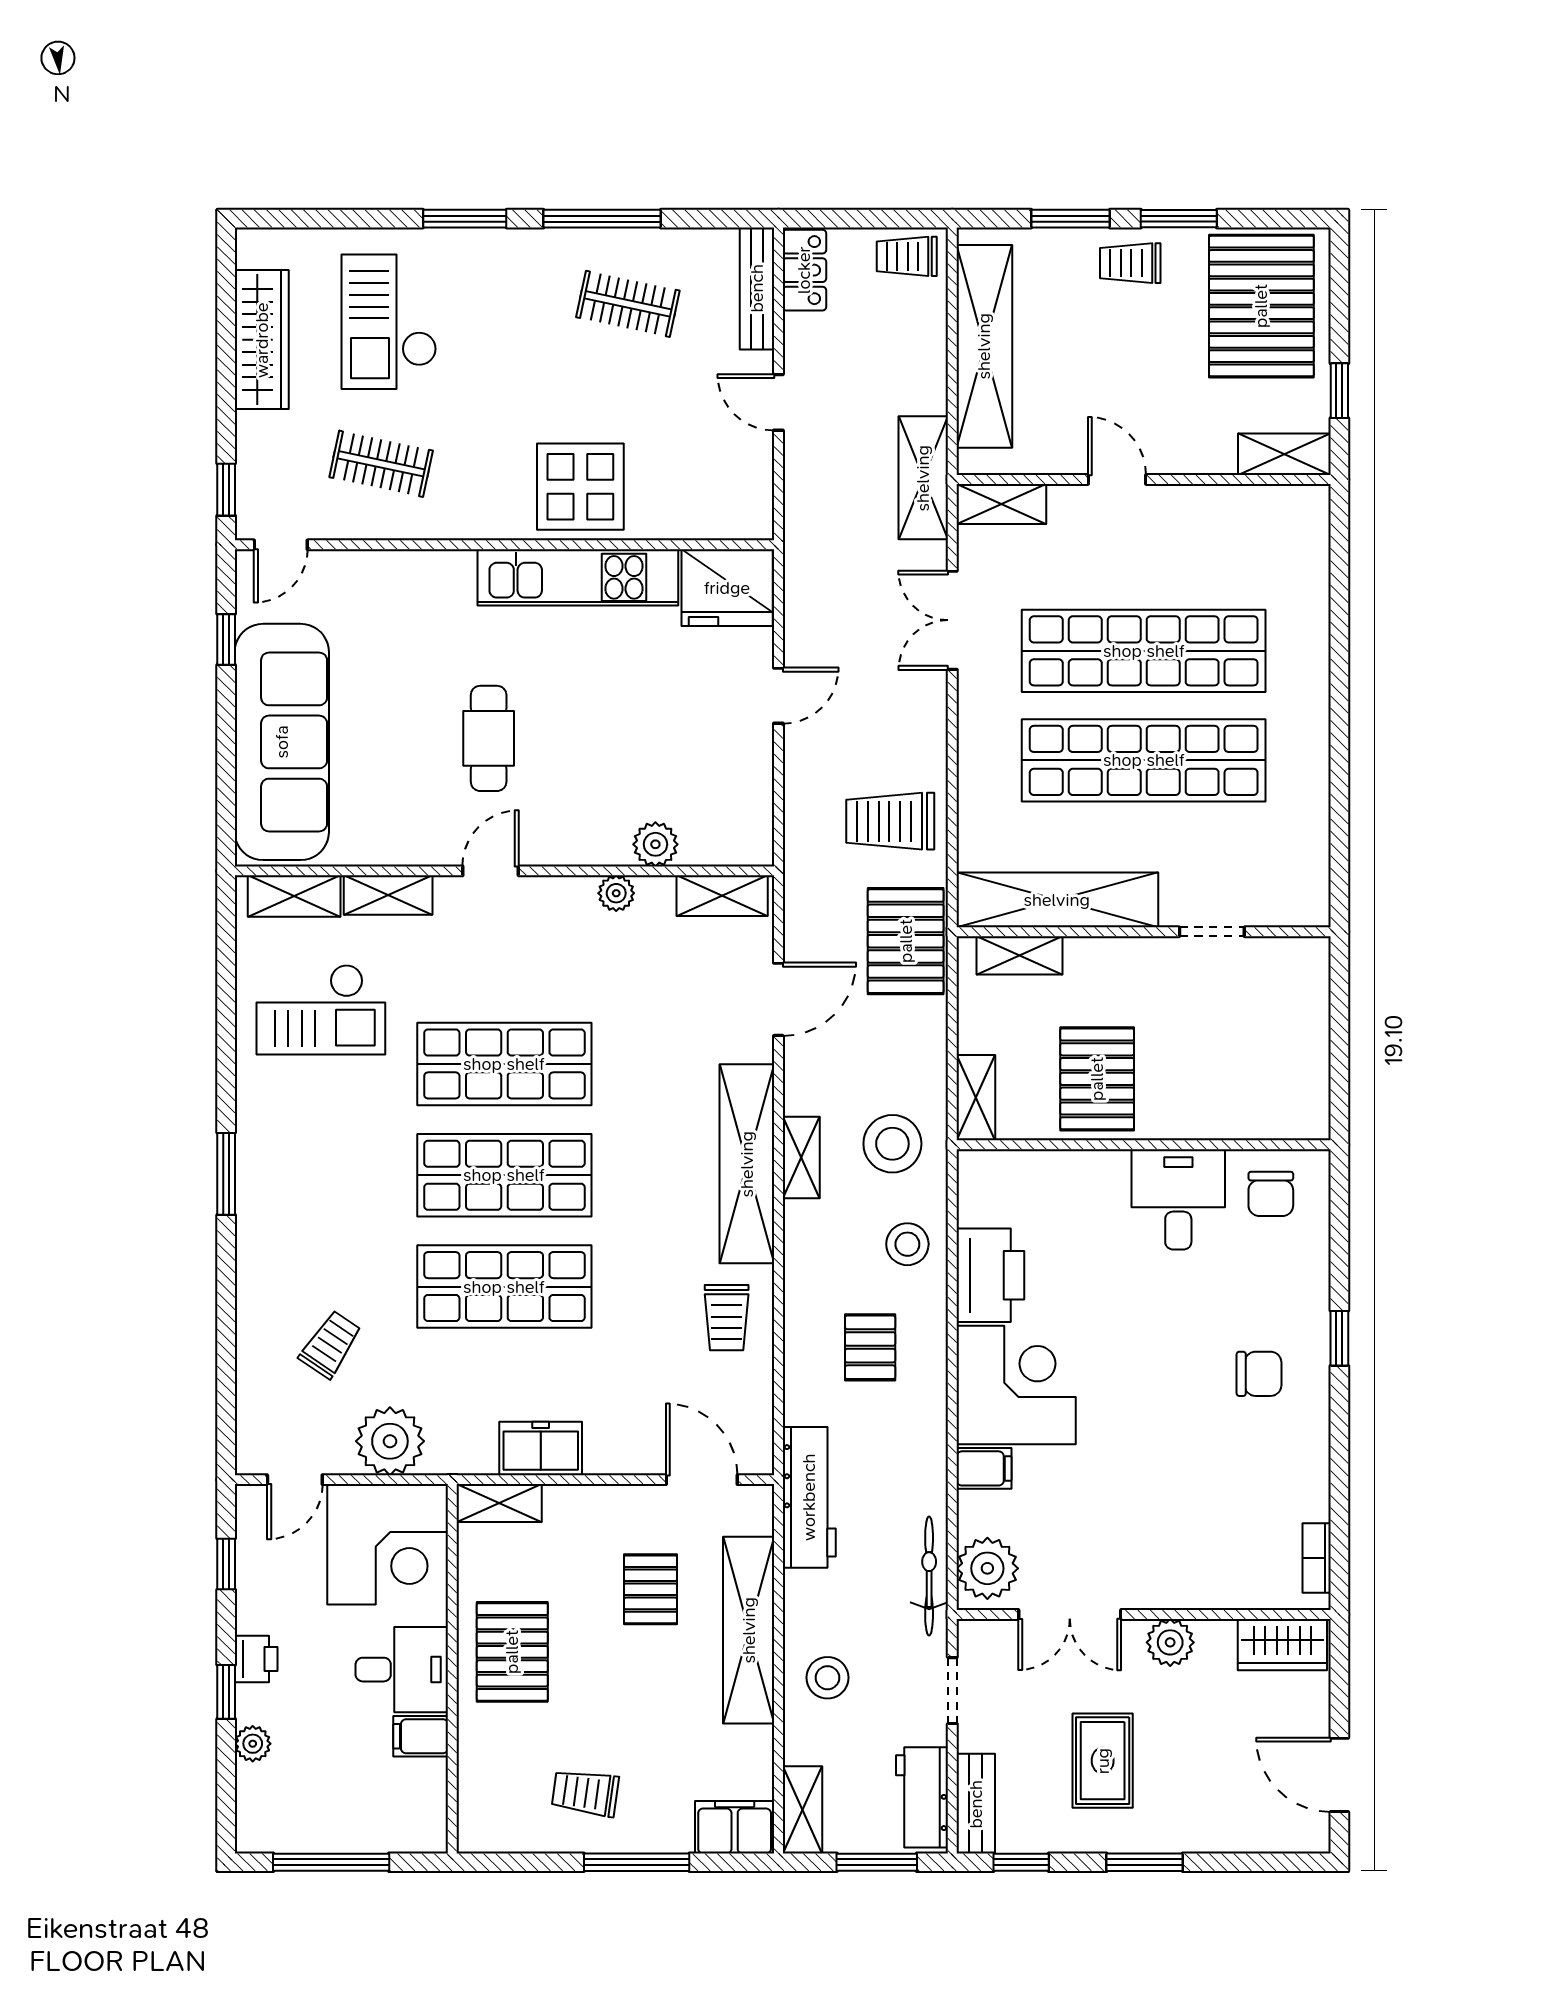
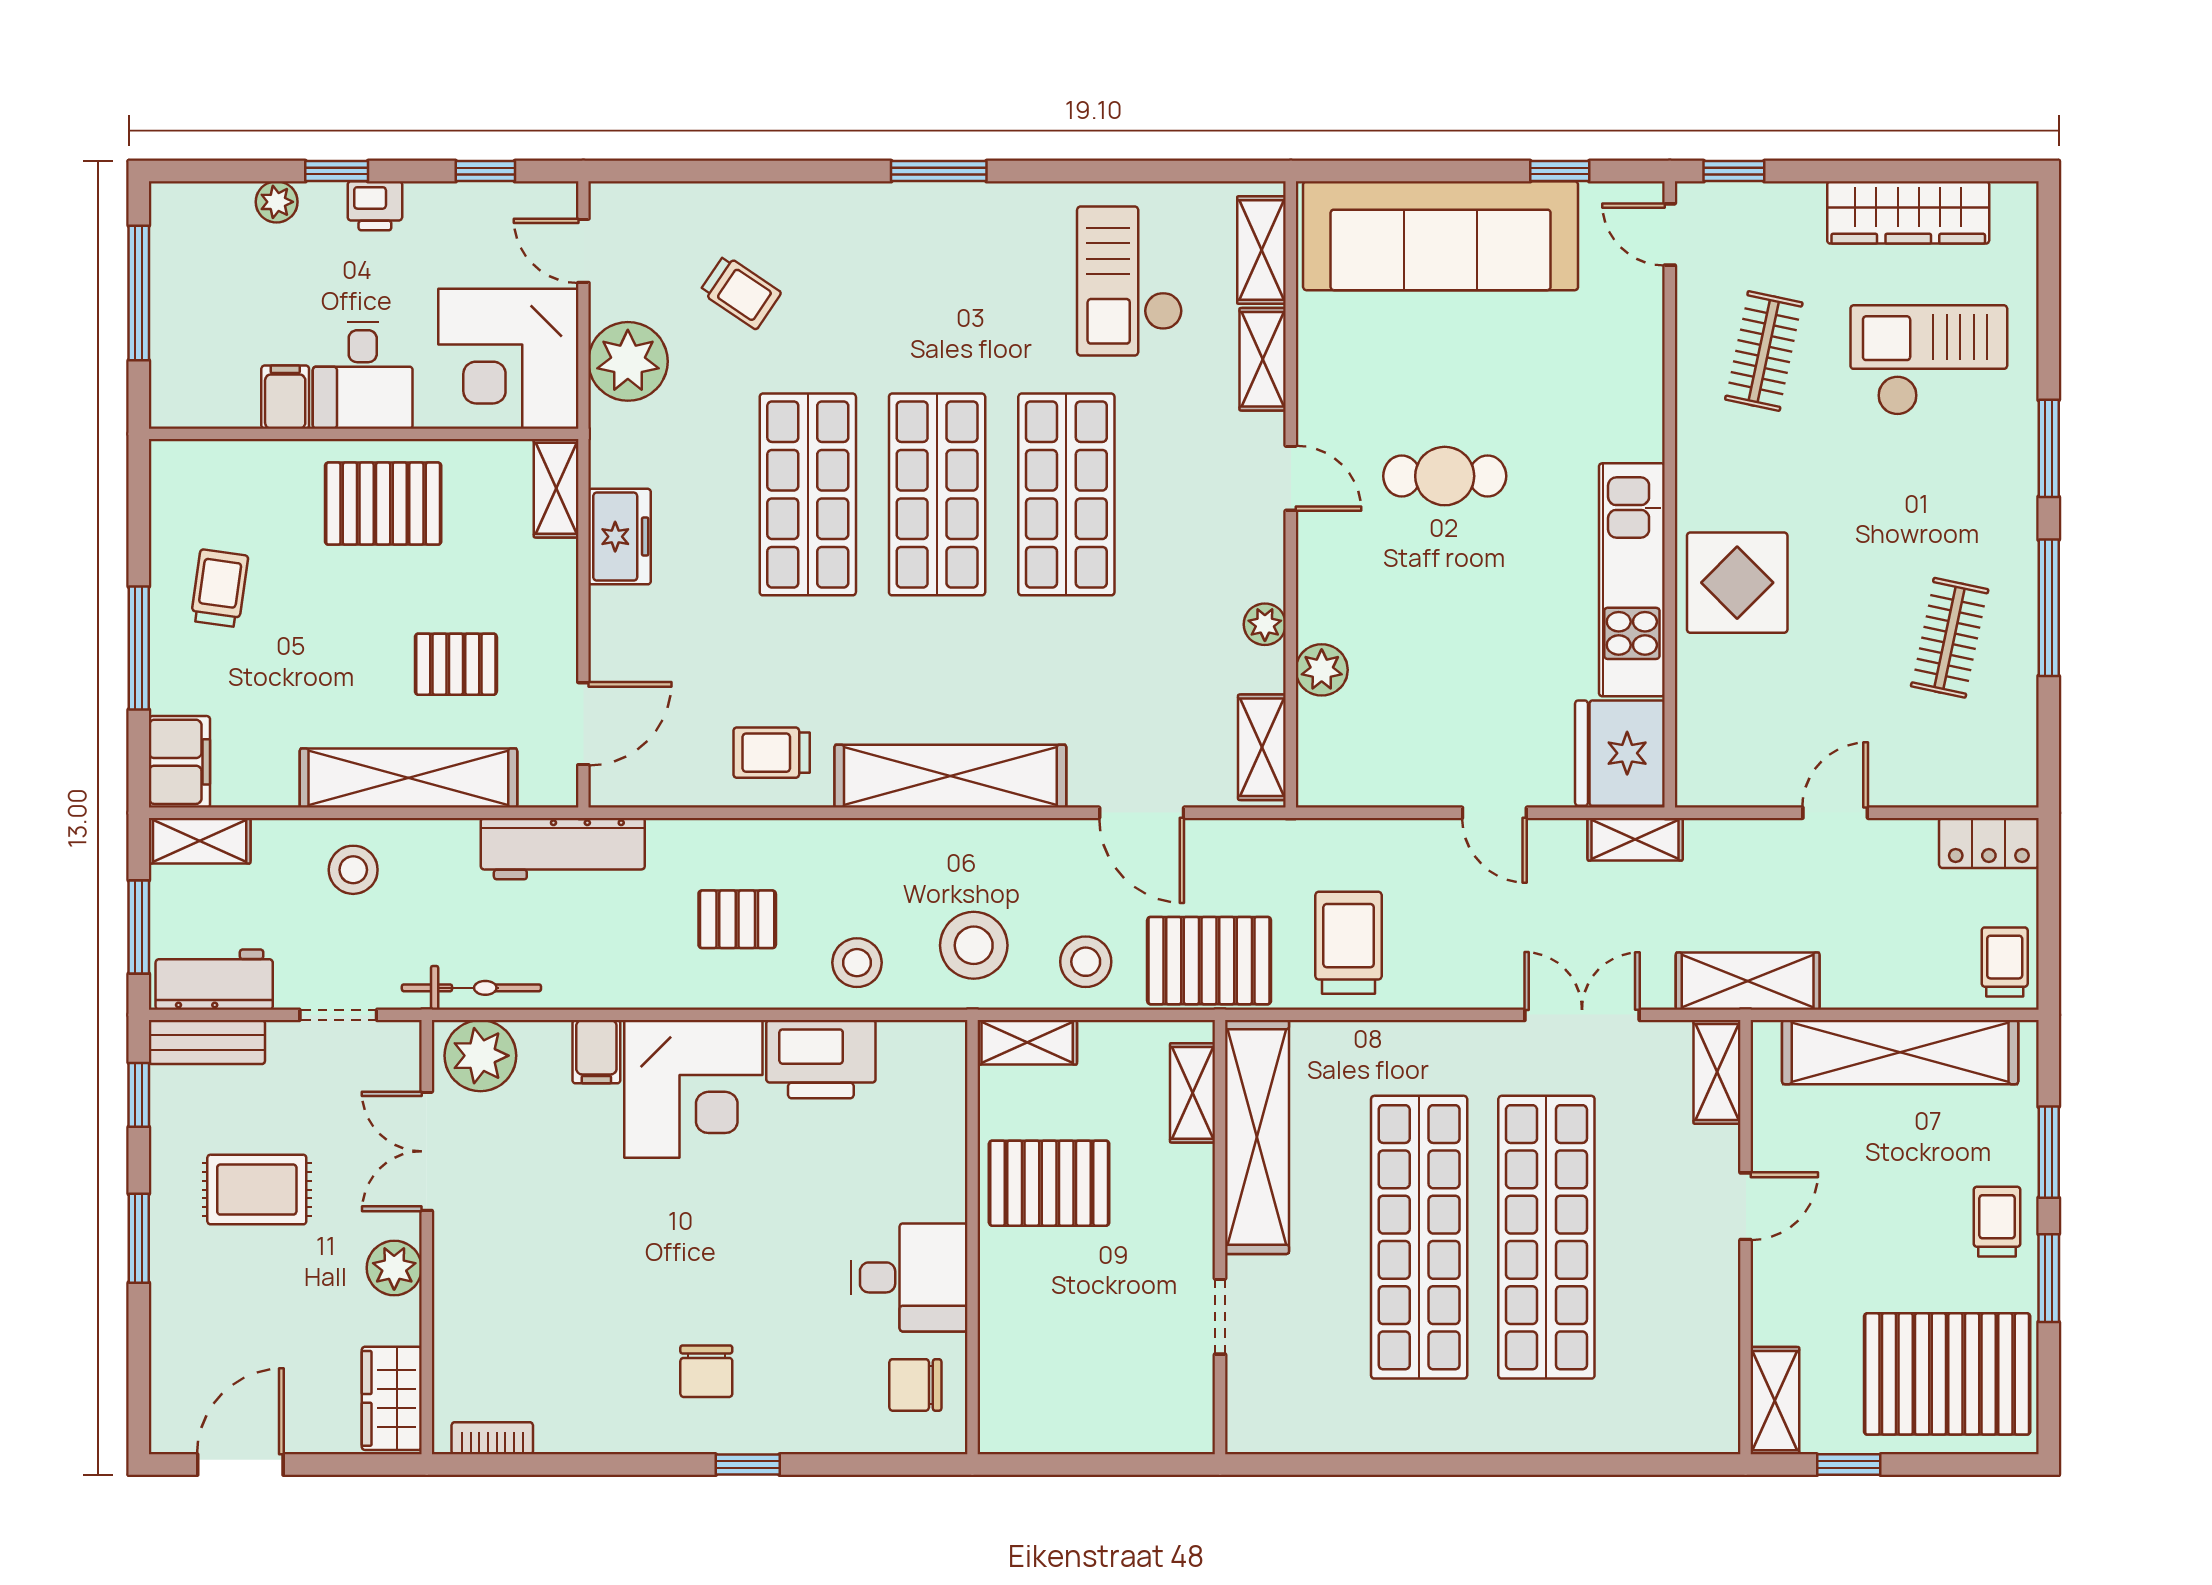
bench: (757, 288) -> (1968, 788), removed
stool: (907, 1047) -> (1086, 962), added
shelving: (801, 1157) -> (1635, 839), moved

